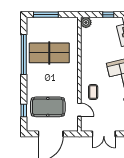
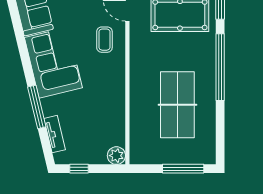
table tennis table: (49, 53) -> (177, 105), turned 90
window: (24, 54) -> (220, 67), moved

